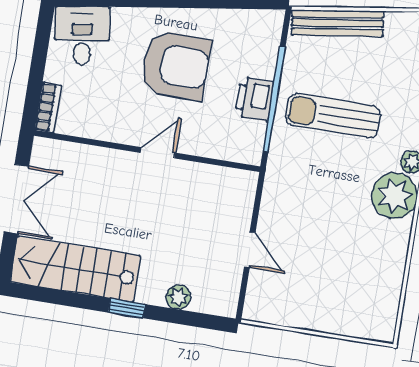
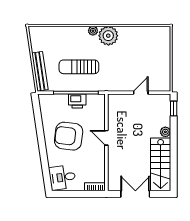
armchair: (176, 65) -> (69, 136), turned -84
sun lounger: (333, 116) -> (79, 67), turned 90
plant: (178, 297) -> (165, 132), moved
window: (127, 308) -> (174, 108), moved

